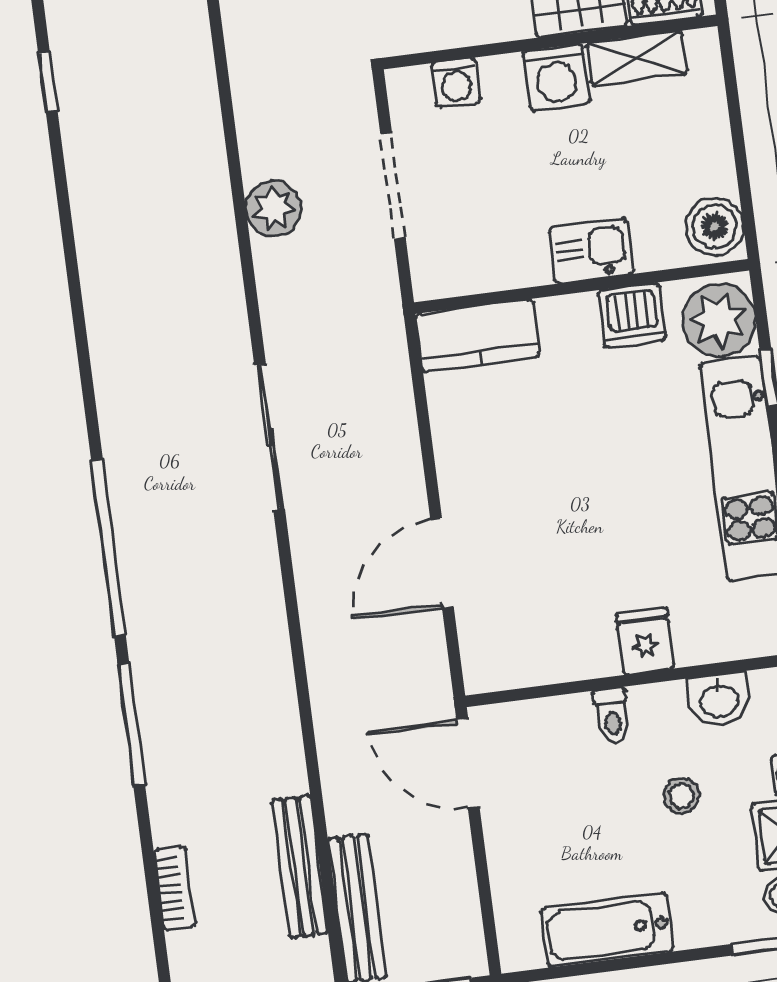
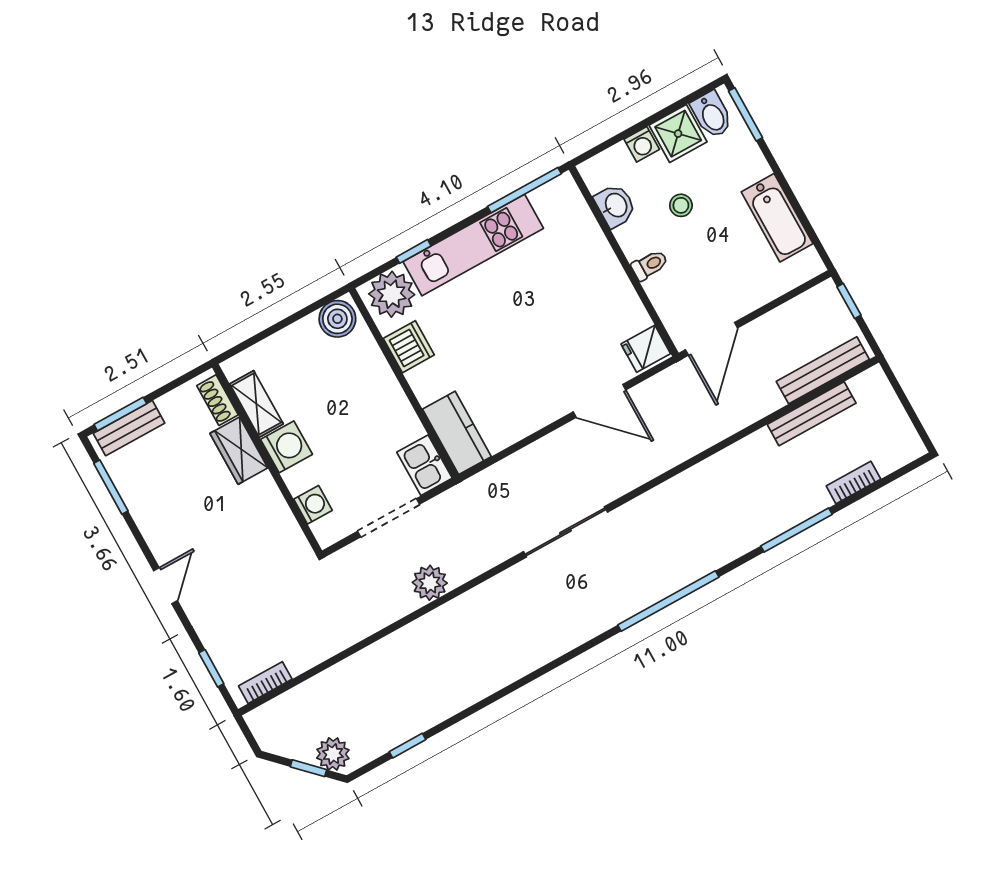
kitchen sink: (591, 251) -> (425, 465), moved
fridge: (645, 641) -> (646, 349), moved
window: (131, 724) -> (796, 530), moved

